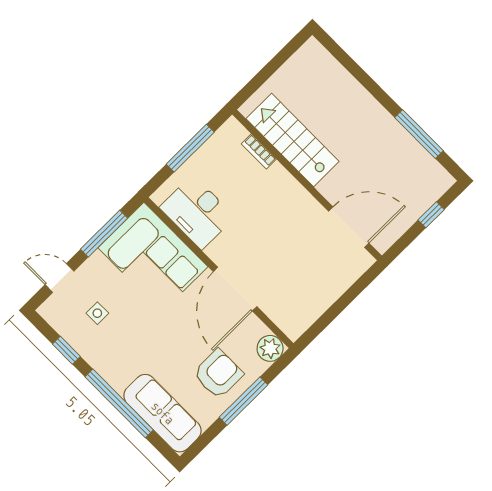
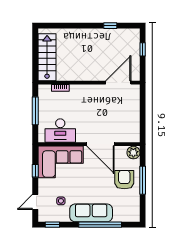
window: (419, 134) -> (110, 26), width x0.46
stairs: (293, 140) -> (47, 57), moved, turned 90
window: (104, 234) -> (35, 171), width x0.46
window: (66, 350) -> (52, 225), moved
sofa: (162, 413) -> (91, 213), moved

